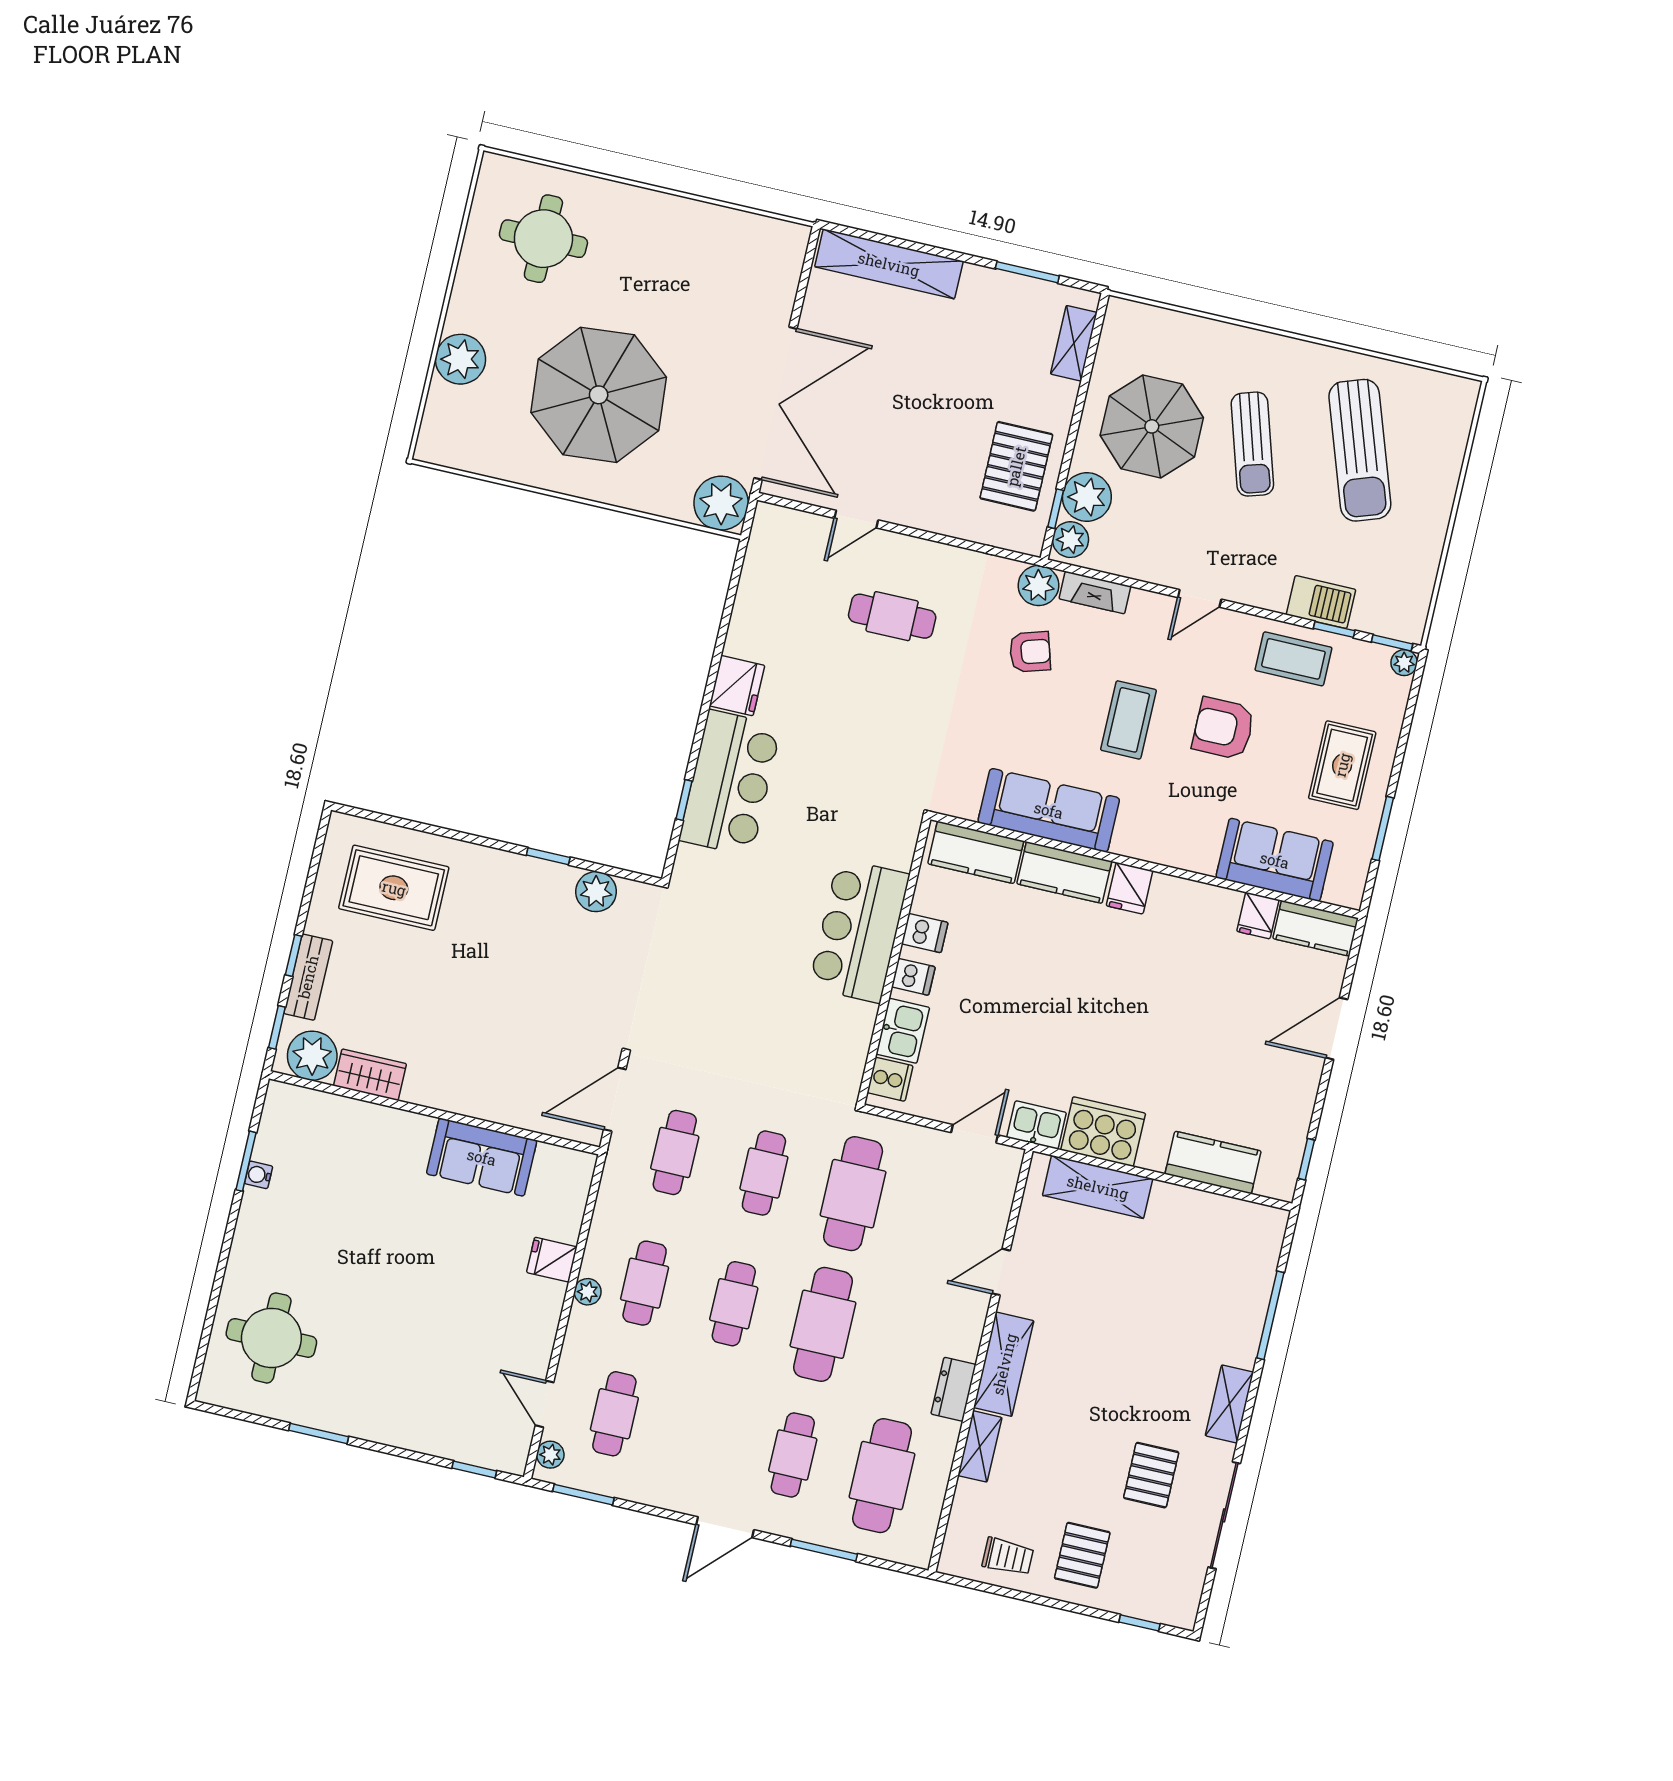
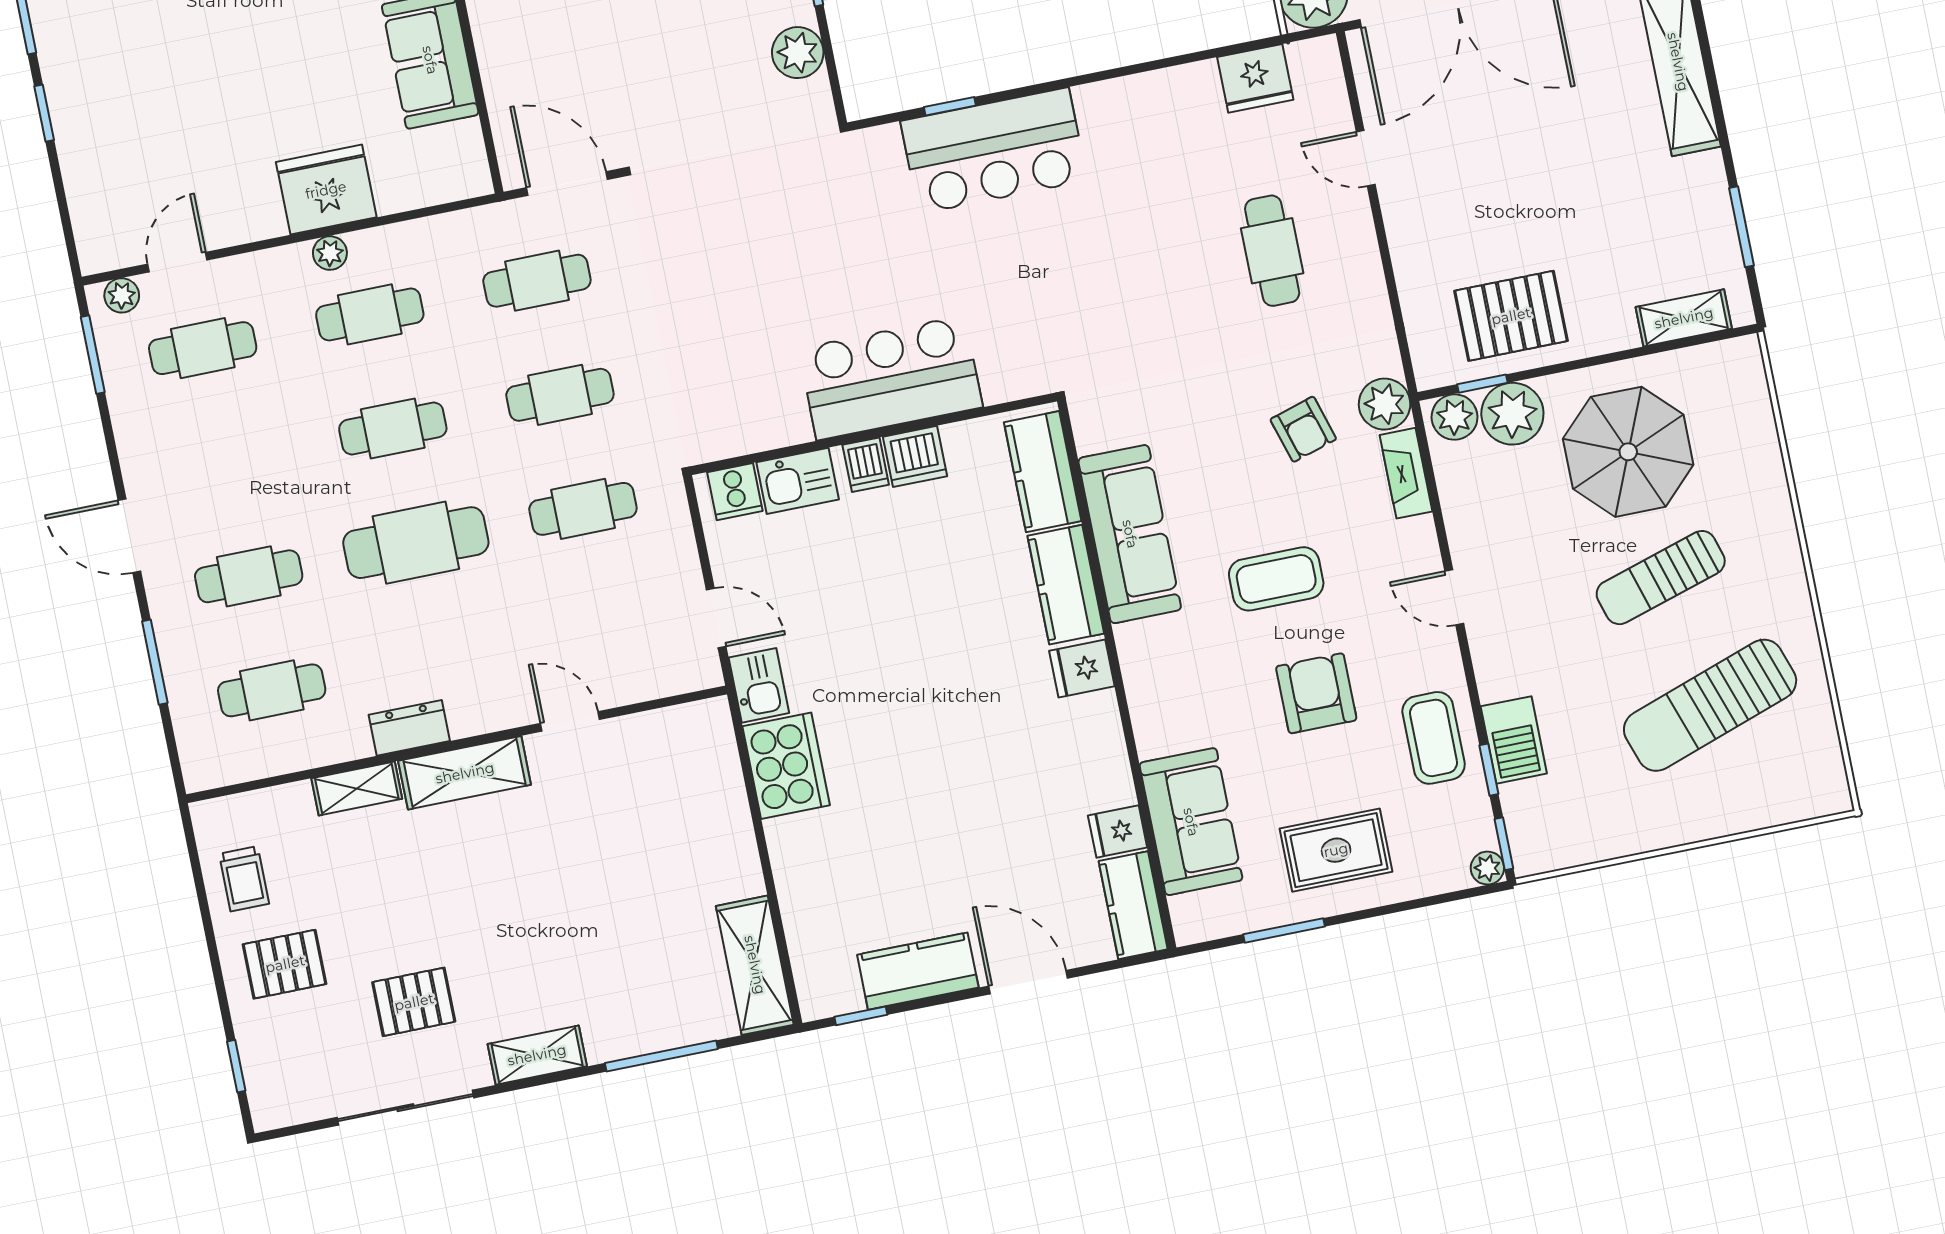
fridge: (737, 686) -> (1255, 78), moved
dishwasher: (925, 933) -> (915, 456), width x1.38
kitchen counter: (1213, 1162) -> (918, 971), moved, turned -90
shelving: (1098, 1187) -> (755, 965), moved
cafe table: (853, 1194) -> (583, 509), width x0.73, depth x0.74
fridge: (552, 1260) -> (326, 190), width x1.88, depth x1.34
window: (474, 1469) -> (44, 113), moved
cafe table: (882, 1476) -> (272, 690), width x0.73, depth x0.74

